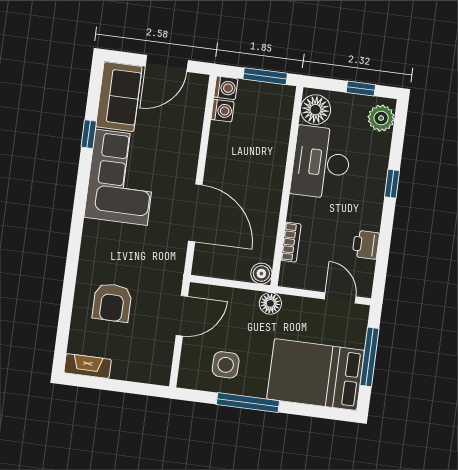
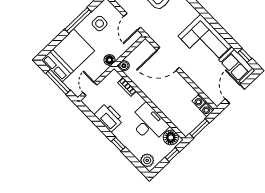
window: (361, 89) -> (172, 155), moved
window: (89, 134) -> (245, 55), moved
printer: (366, 245) -> (109, 117), width x1.87, depth x1.48
door: (340, 298) -> (90, 89), swing flipped

